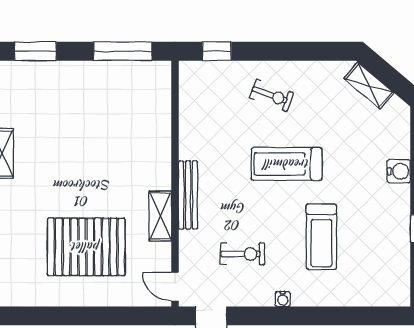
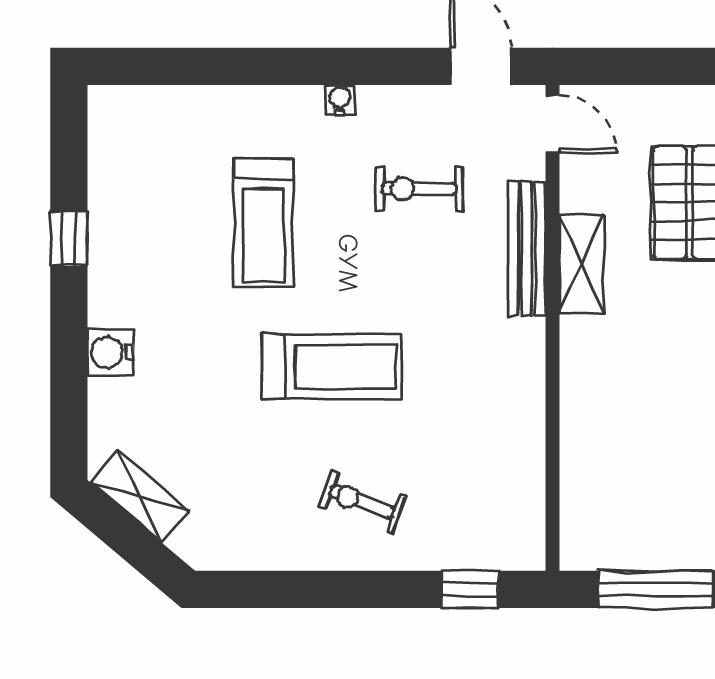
shelving: (369, 86) -> (140, 496), moved
bench: (188, 195) -> (527, 249), moved
treadmill: (321, 237) -> (263, 223), turned 180

